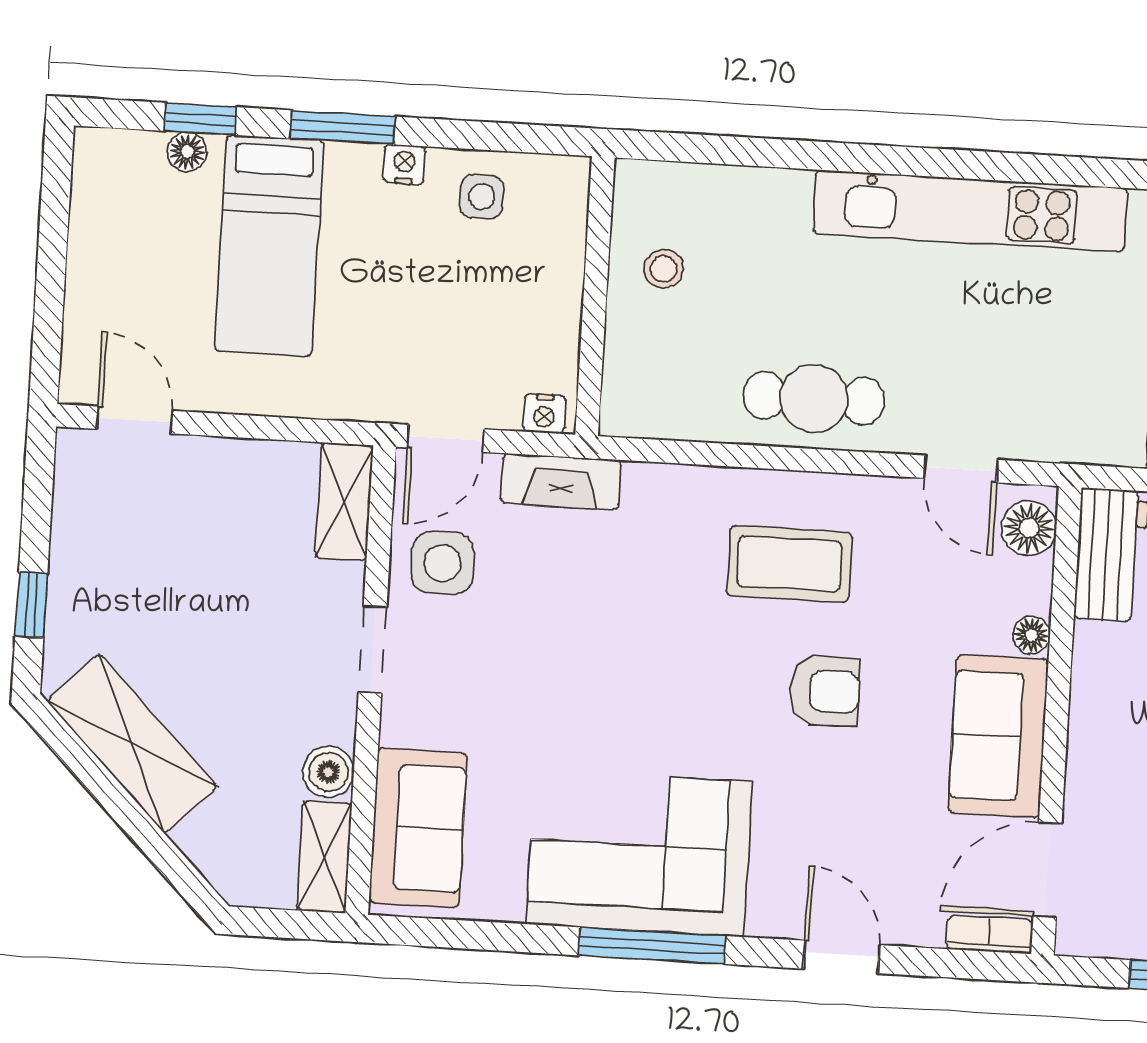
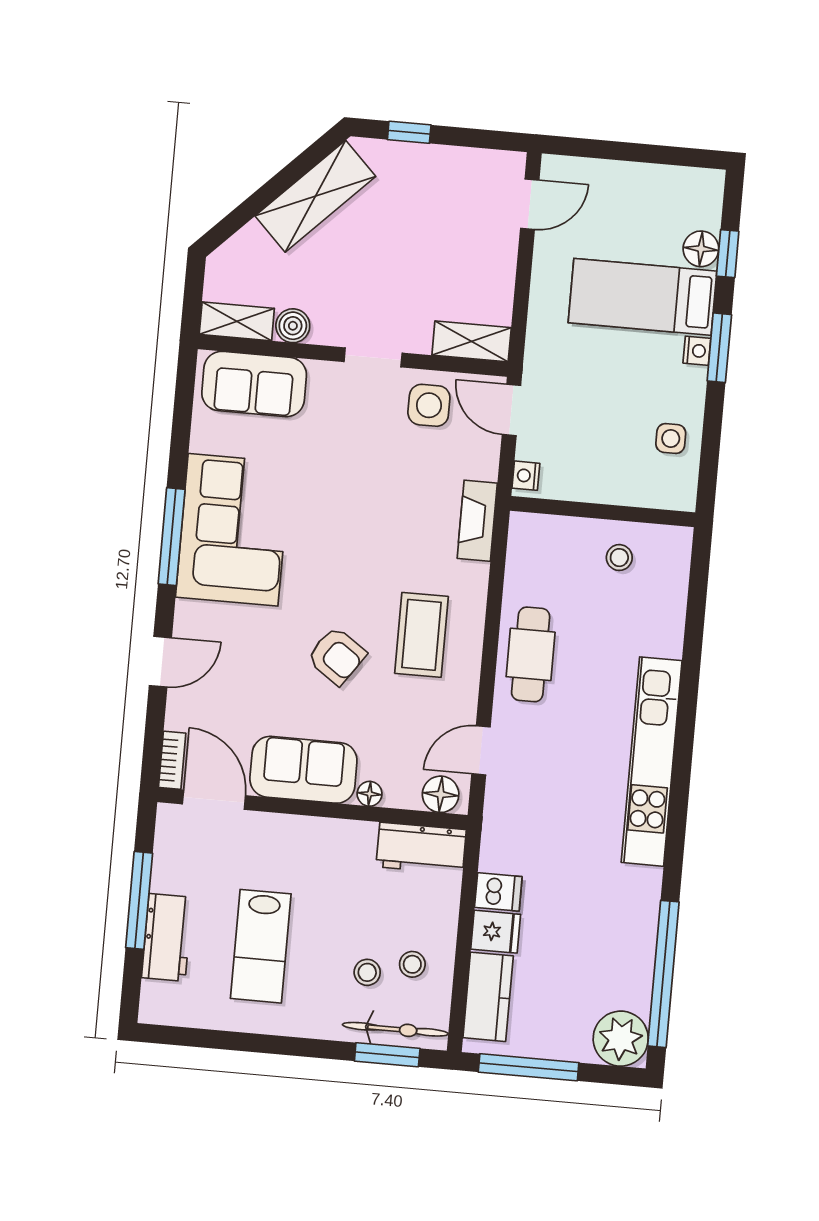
floor lamp: (187, 152) -> (701, 249), width x1.37, depth x1.37
nightstand: (404, 164) -> (697, 351), moved
fireplace: (561, 482) -> (477, 521), moved
armchair: (825, 691) -> (337, 656), turned -55

